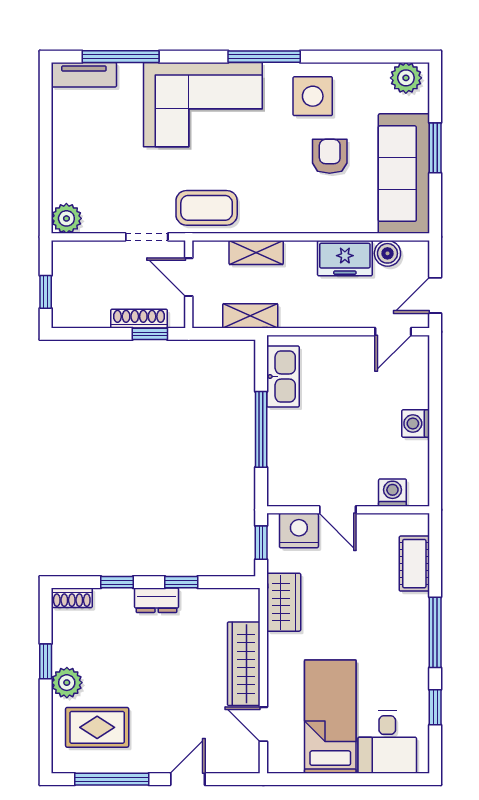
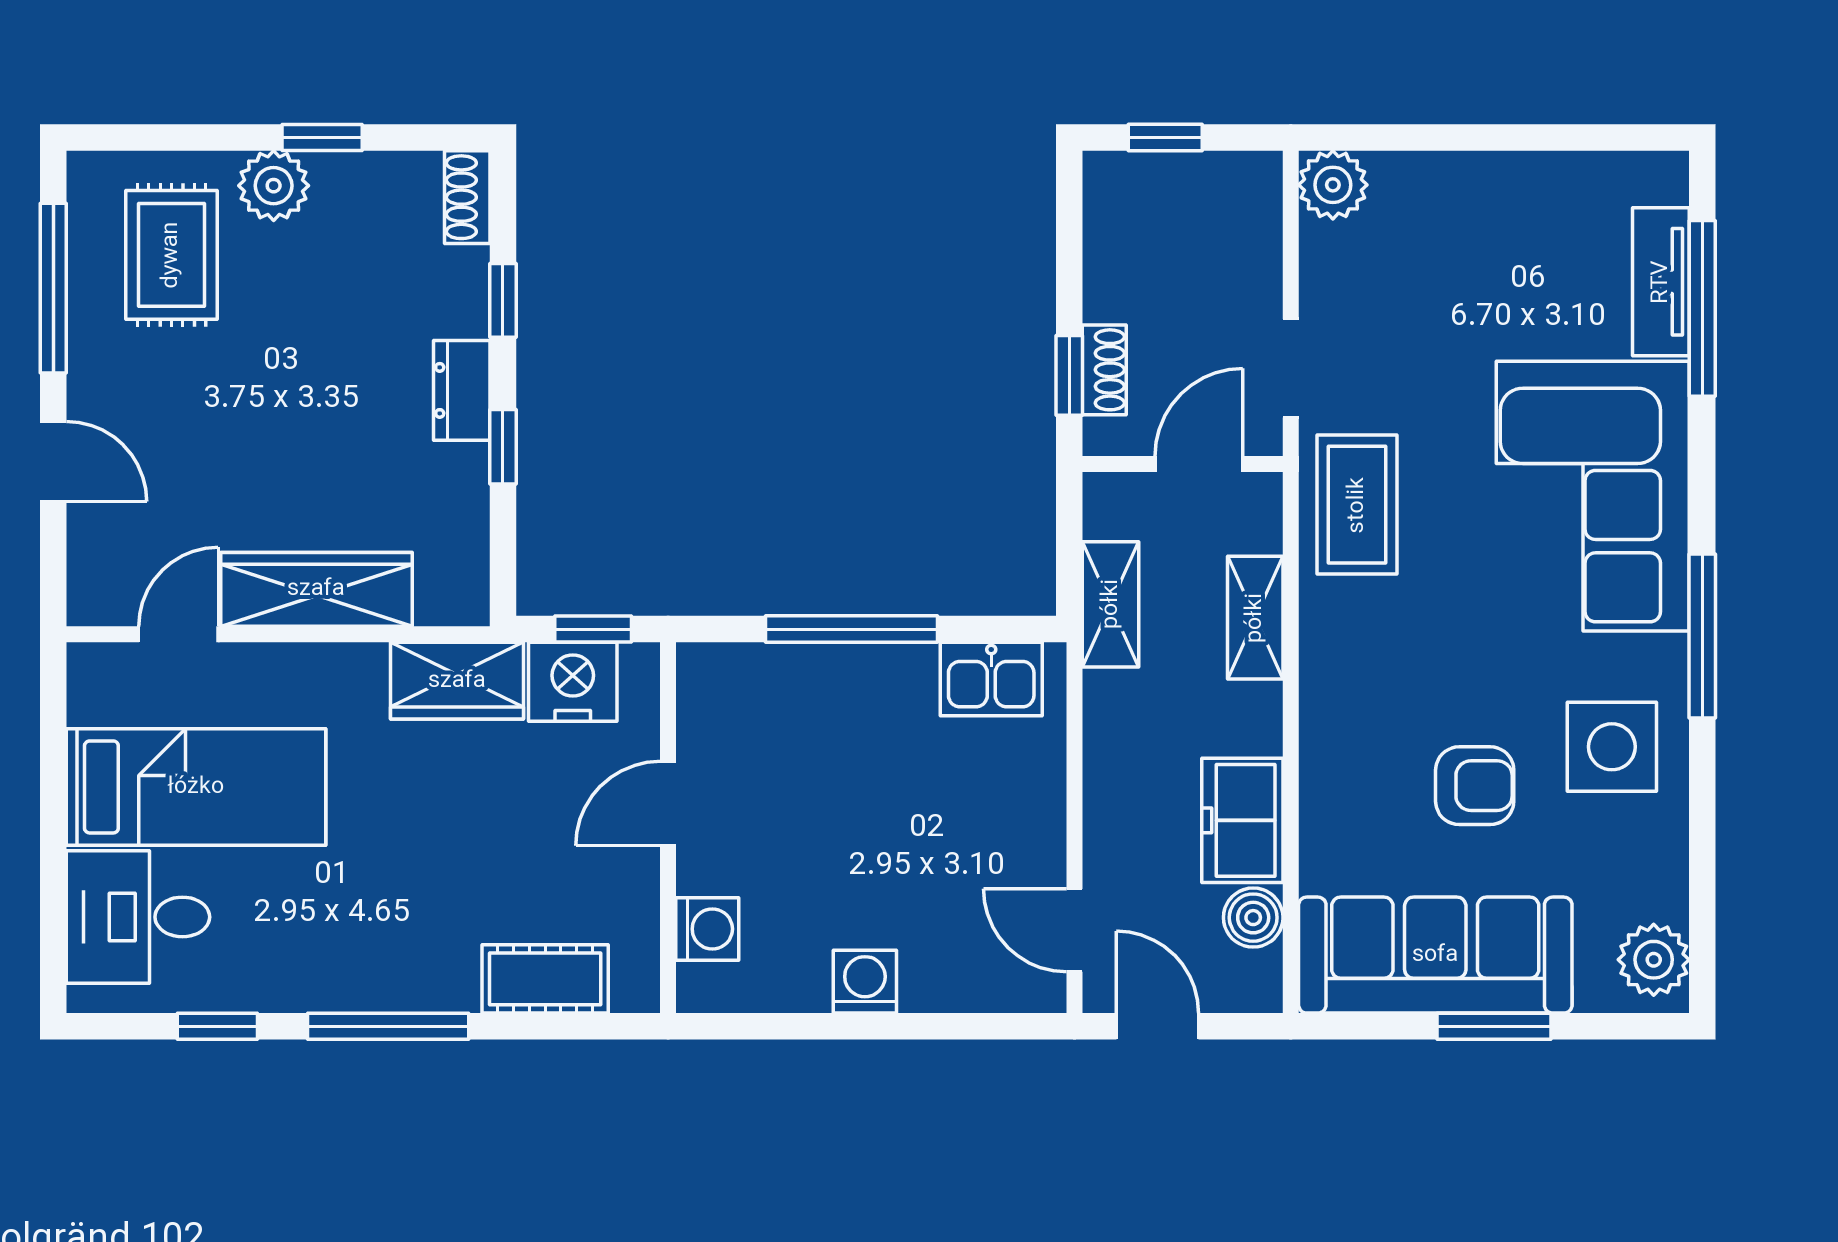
tv unit: (84, 75) -> (1661, 282), moved
shoe rack: (139, 319) -> (1104, 370), width x0.70
kitchen sink: (283, 376) -> (991, 679), width x0.73
nightstand: (299, 531) -> (573, 682), moved, turned -90

